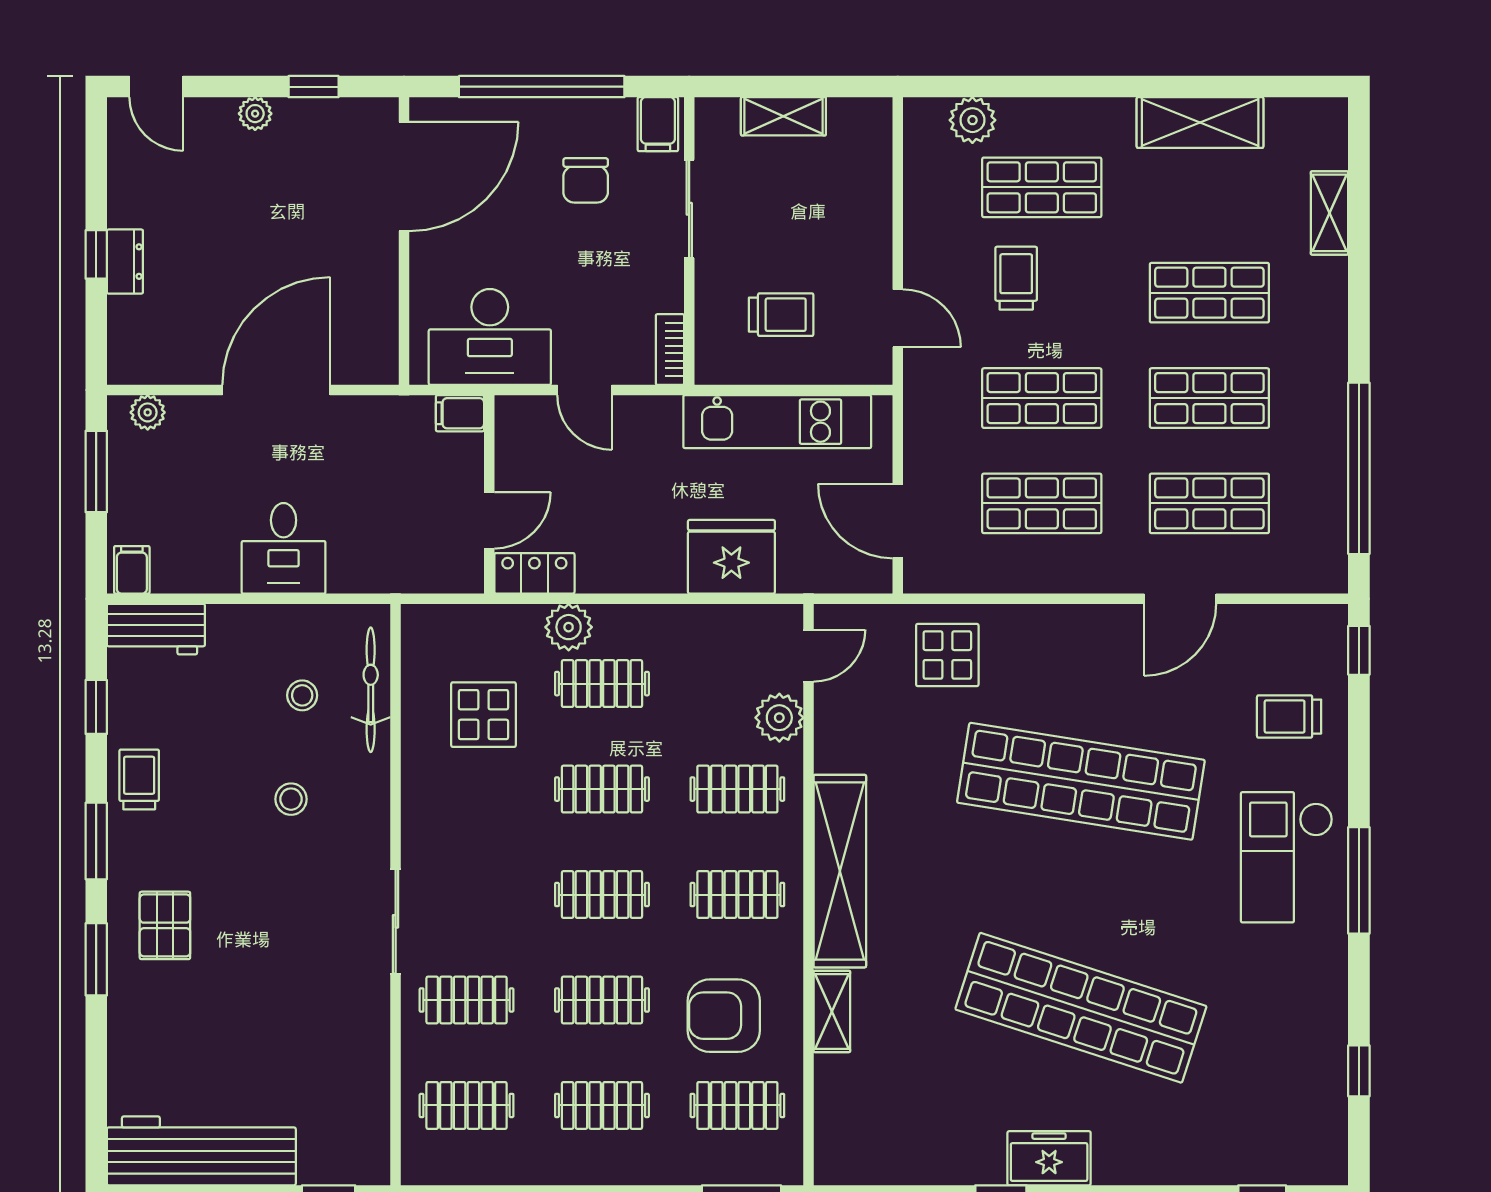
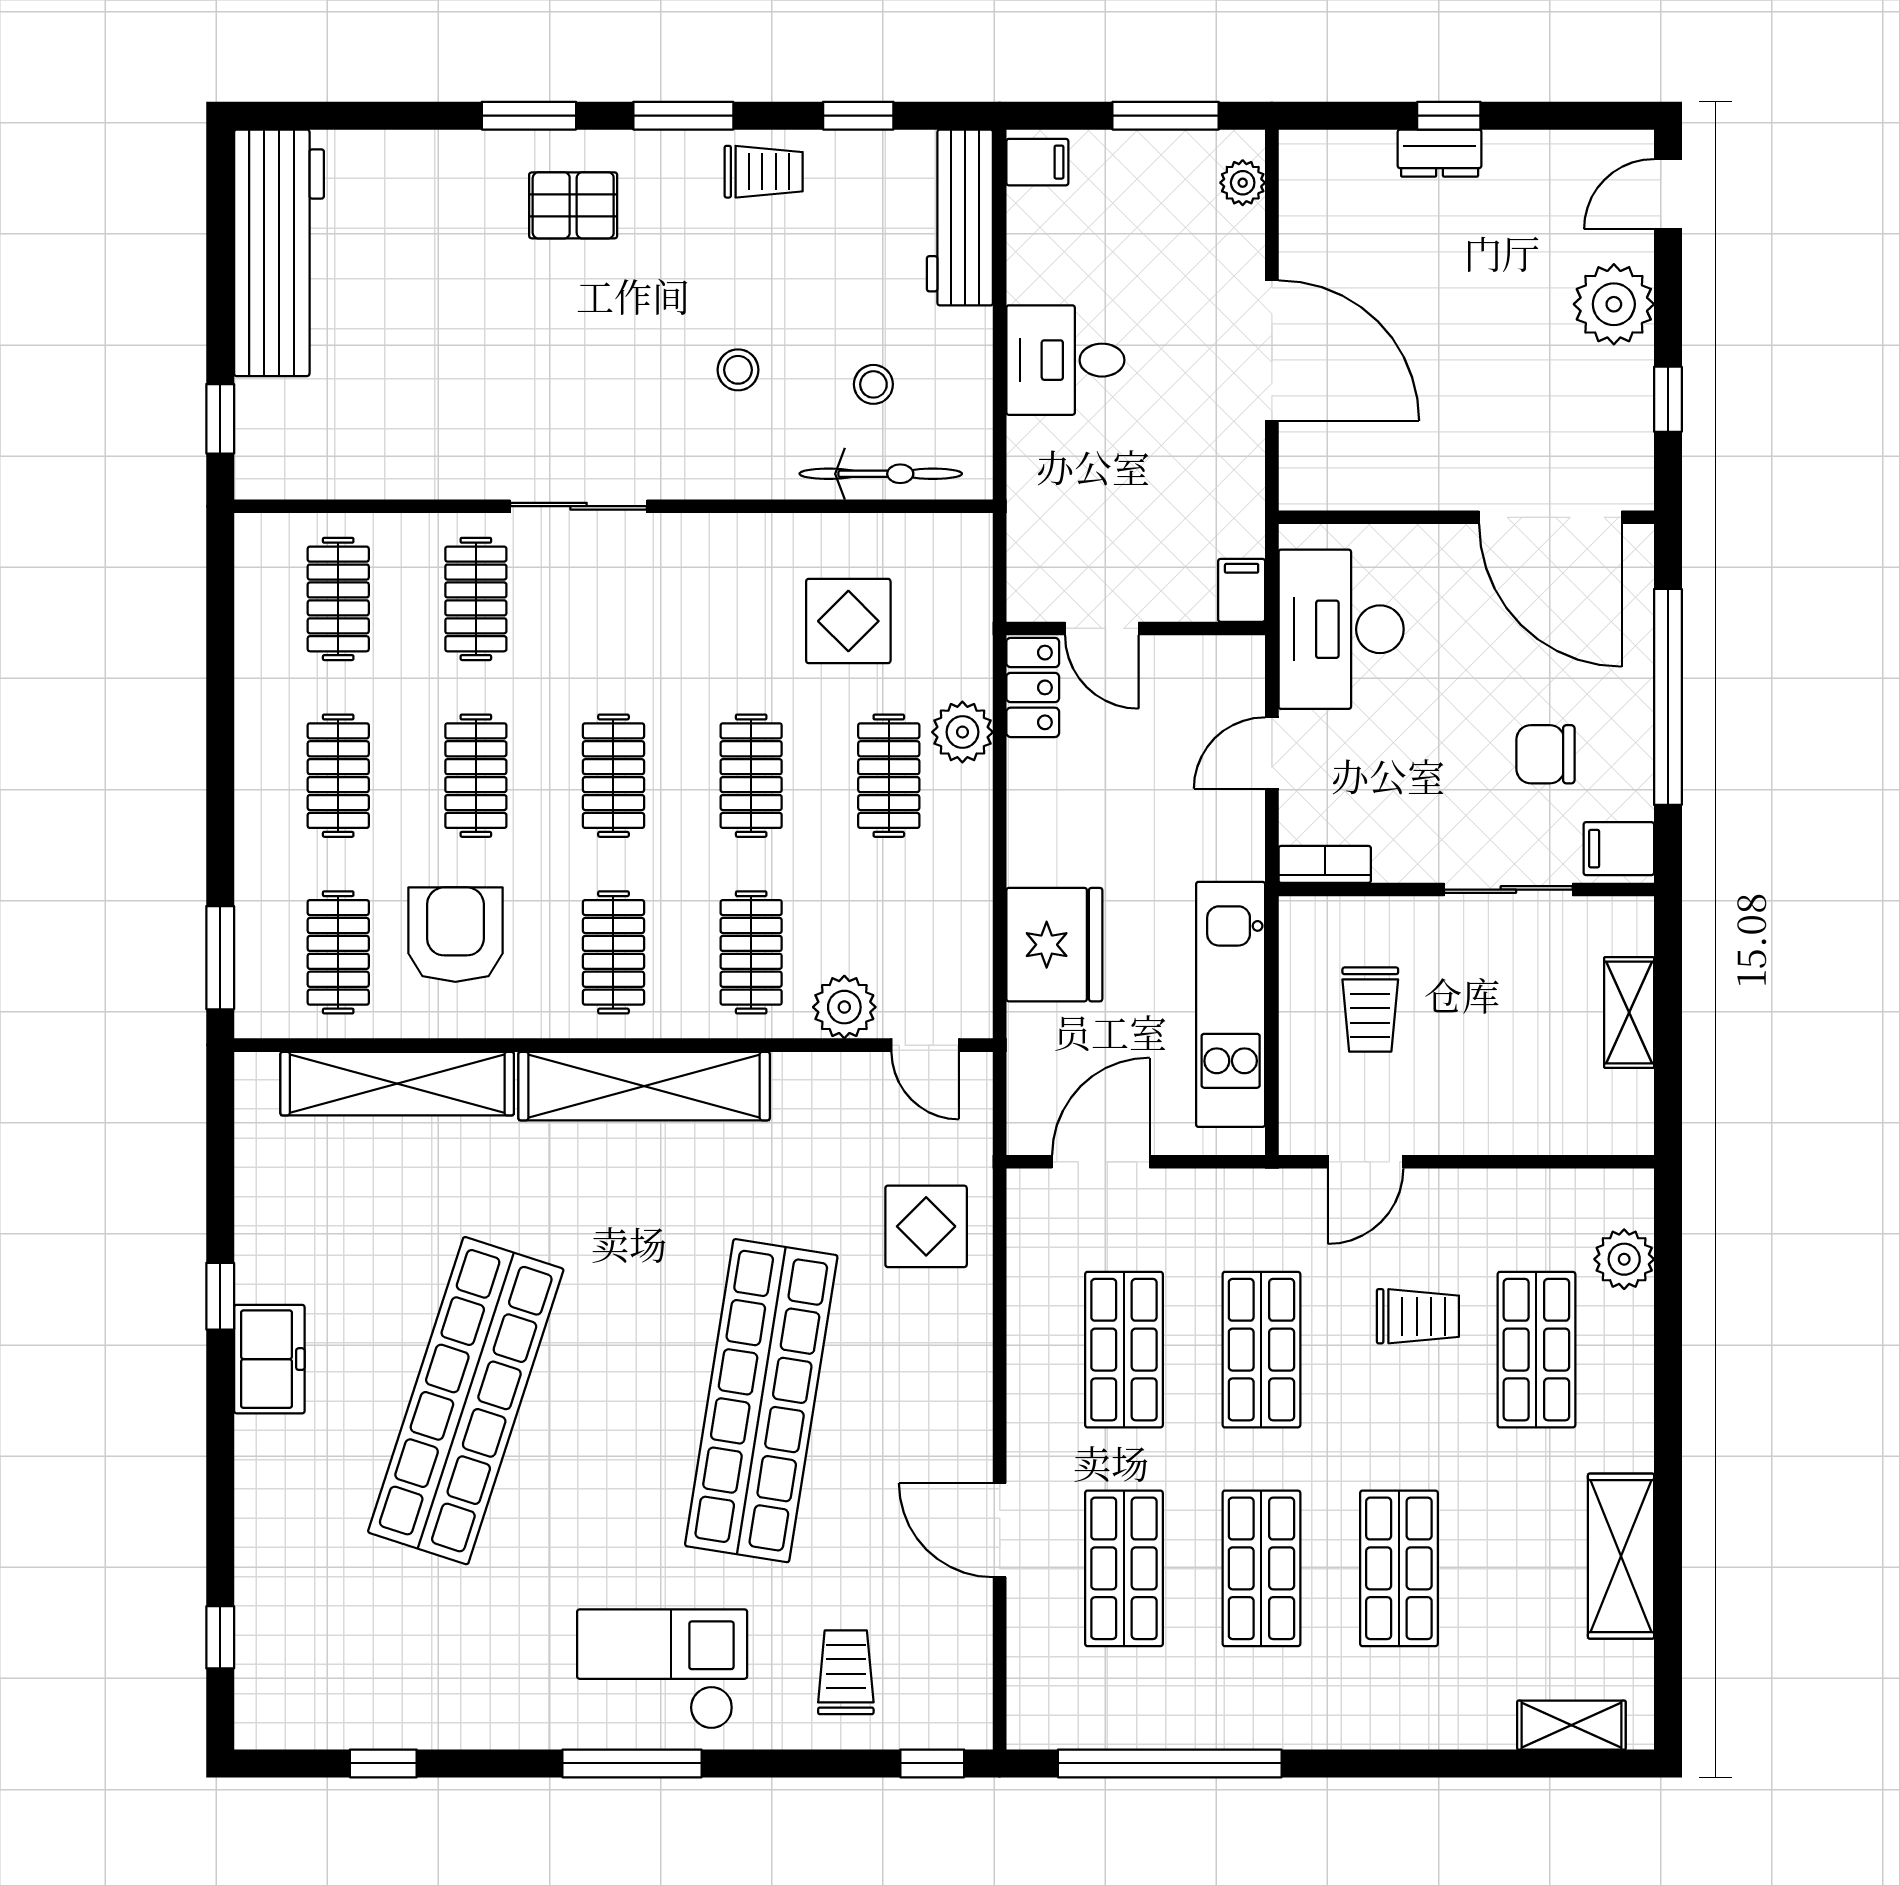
plant: (255, 114) -> (1614, 304), width x1.88, depth x1.88
shelving: (1330, 213) -> (1571, 1725), moved
workbench: (156, 629) -> (960, 218), width x1.38
shelving: (832, 1011) -> (397, 1084), width x2.20, depth x1.33

